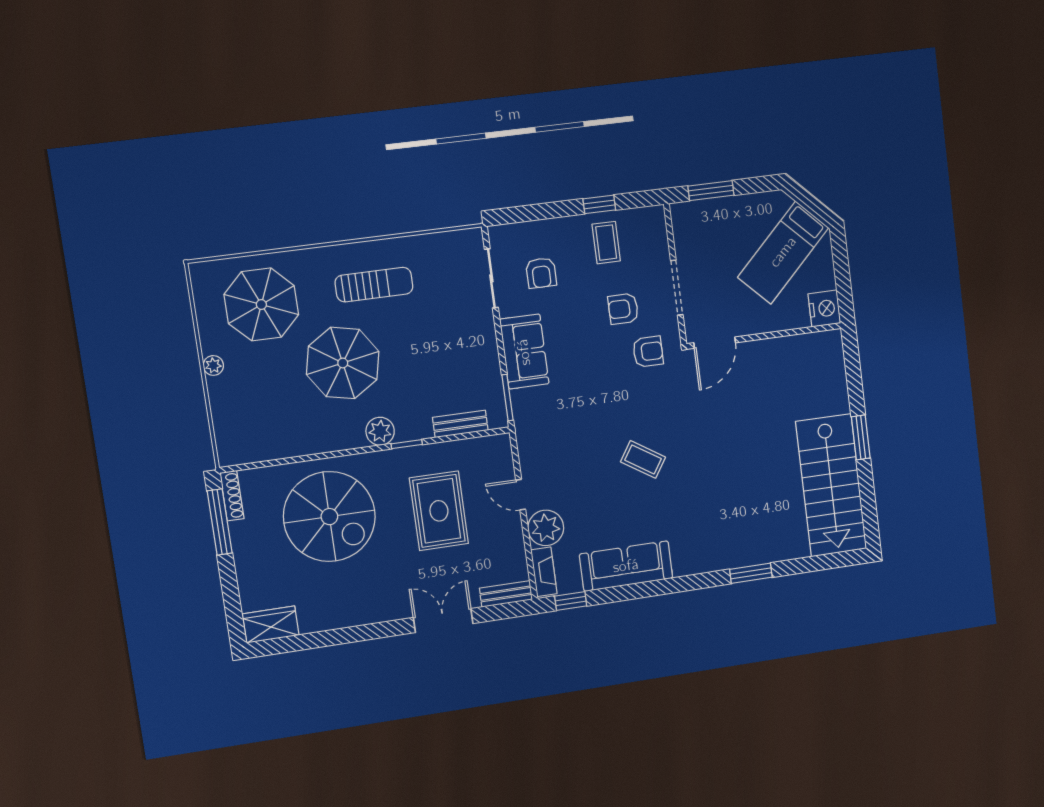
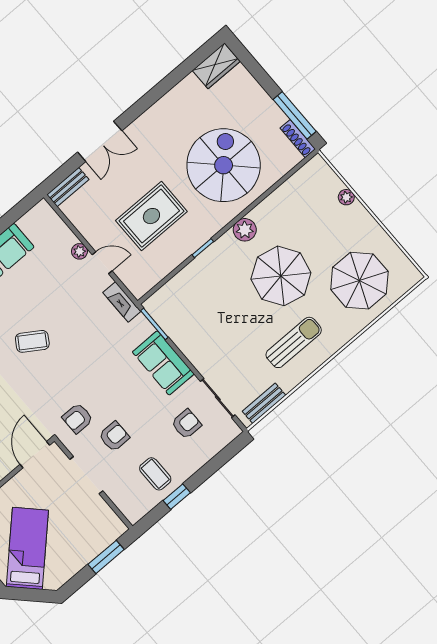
armchair: (541, 273) -> (186, 424), turned 90
sun lounger: (374, 285) -> (294, 342), turned 180
plant: (213, 365) -> (346, 197), moved
bench: (460, 424) -> (264, 403), moved
plant: (380, 431) -> (245, 230), moved
rug: (439, 511) -> (151, 216), turned 90
spiral stairs: (329, 517) -> (224, 165), turned 90
plant: (546, 528) -> (79, 251), width x0.53, depth x0.53
fireplace: (544, 572) -> (122, 302), moved
window: (571, 601) -> (19, 210), removed

